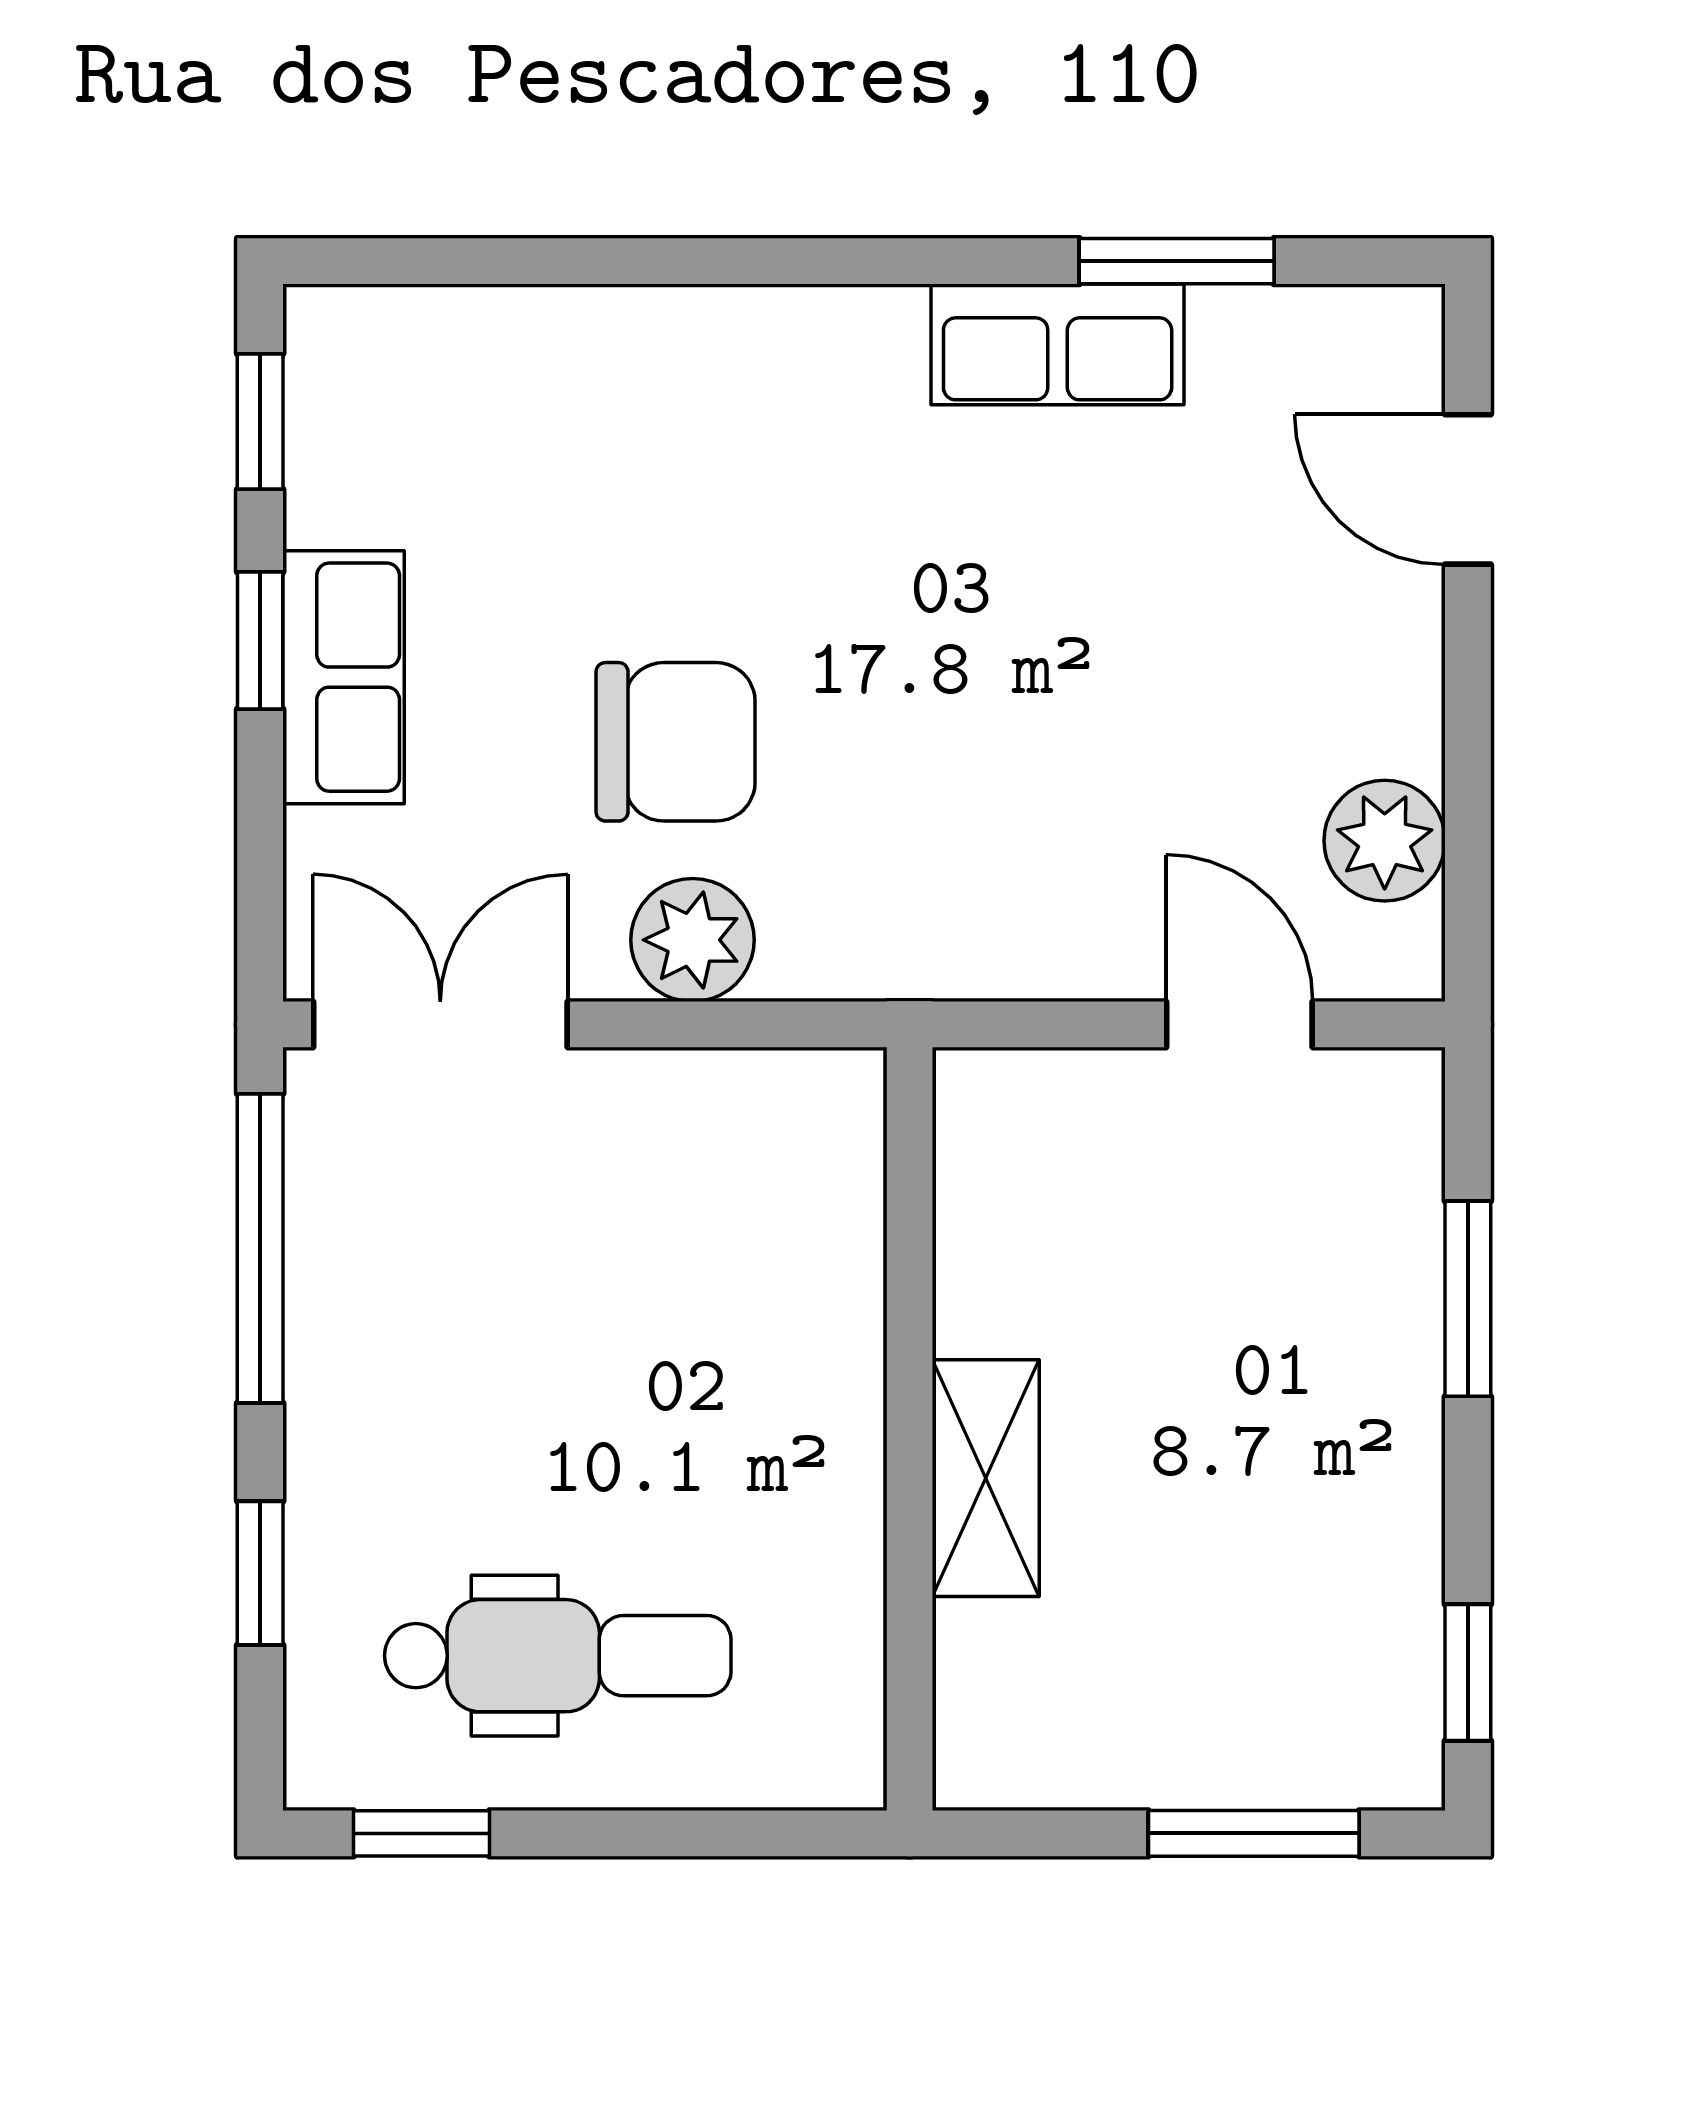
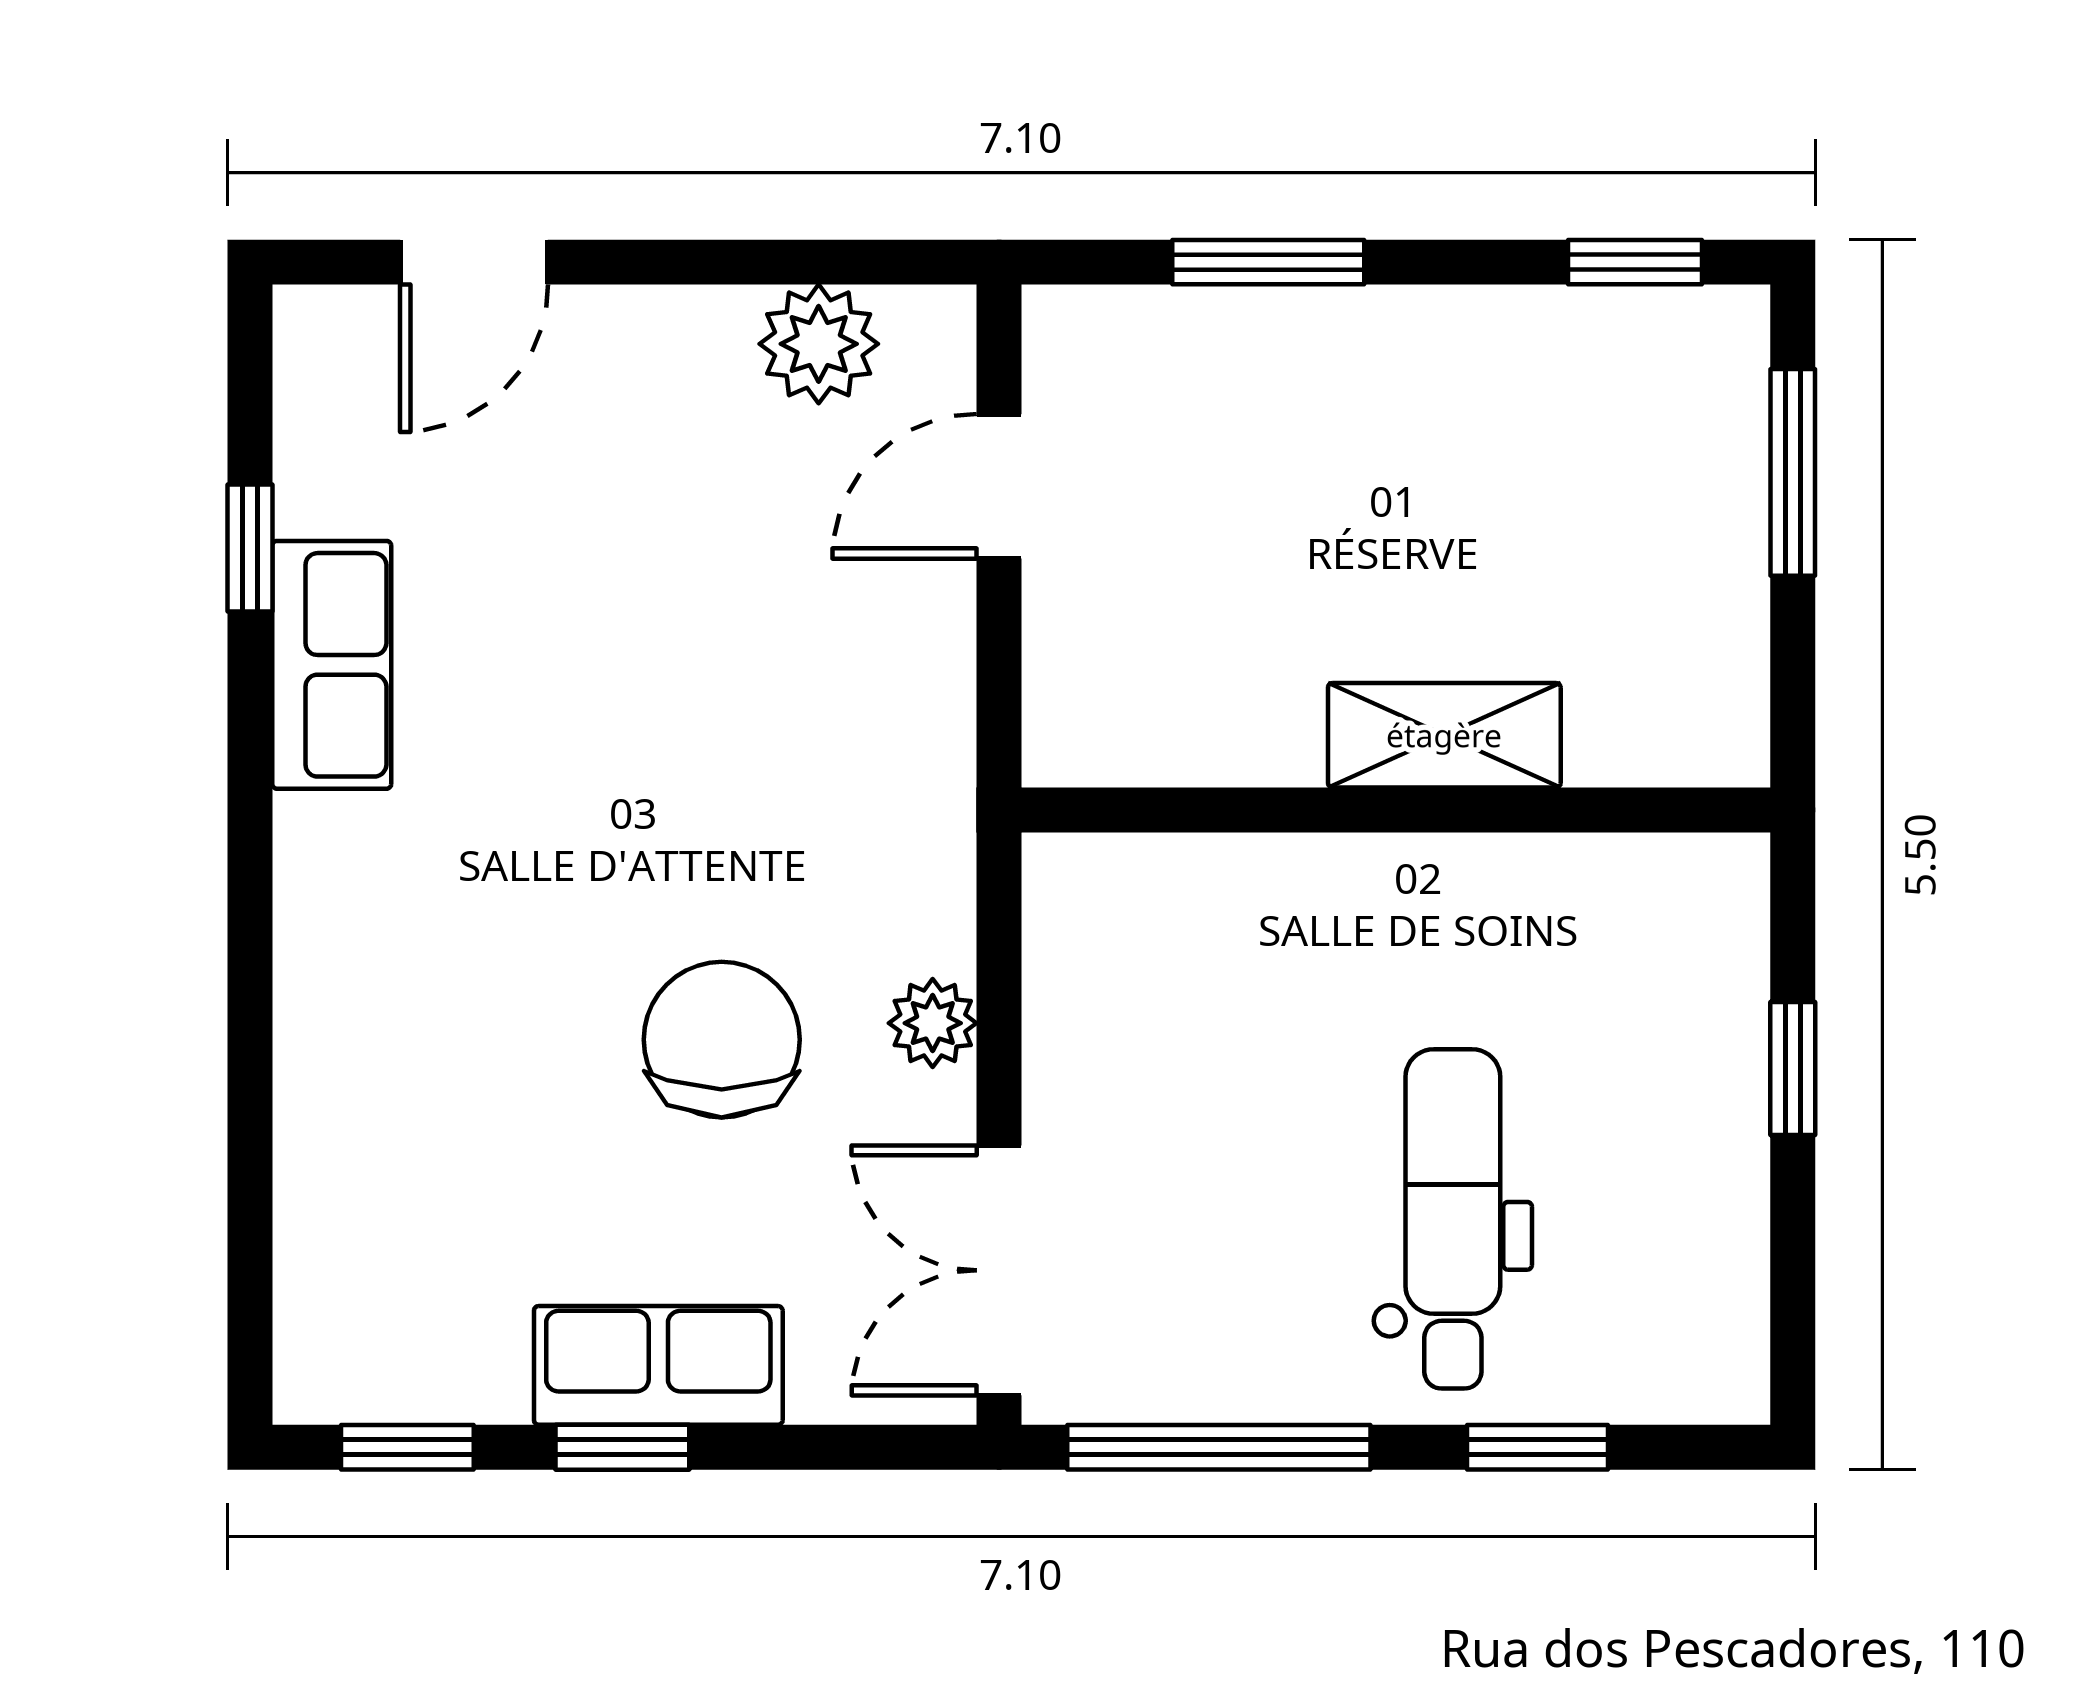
window: (1177, 261) -> (250, 548), width x0.67
plant: (693, 940) -> (933, 1023), width x0.73, depth x0.73
dental chair: (558, 1656) -> (1453, 1219), moved
window: (421, 1833) -> (1793, 1068), moved

